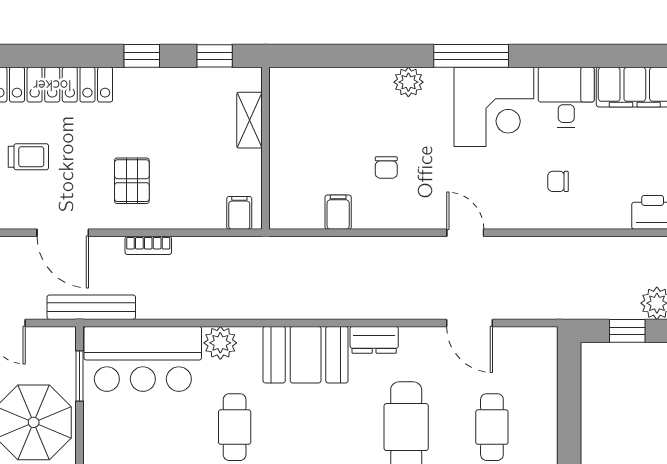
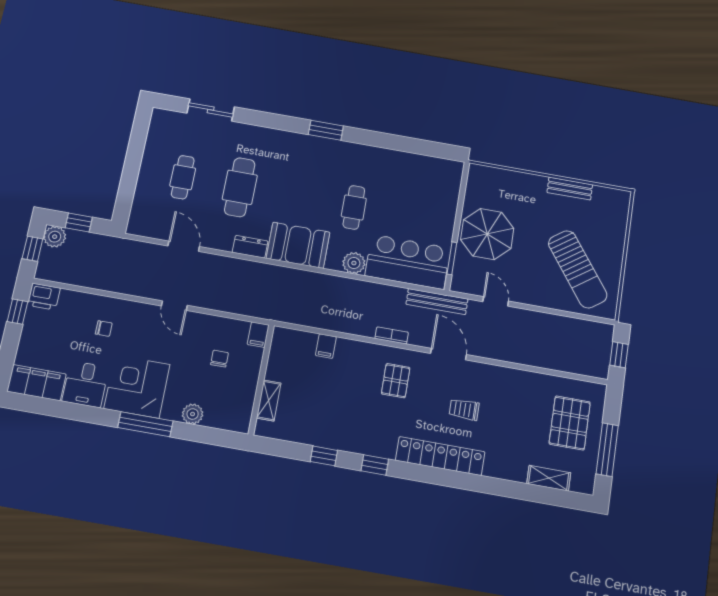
shelving: (249, 120) -> (269, 401), moved
wall: (265, 148) -> (261, 379), moved

